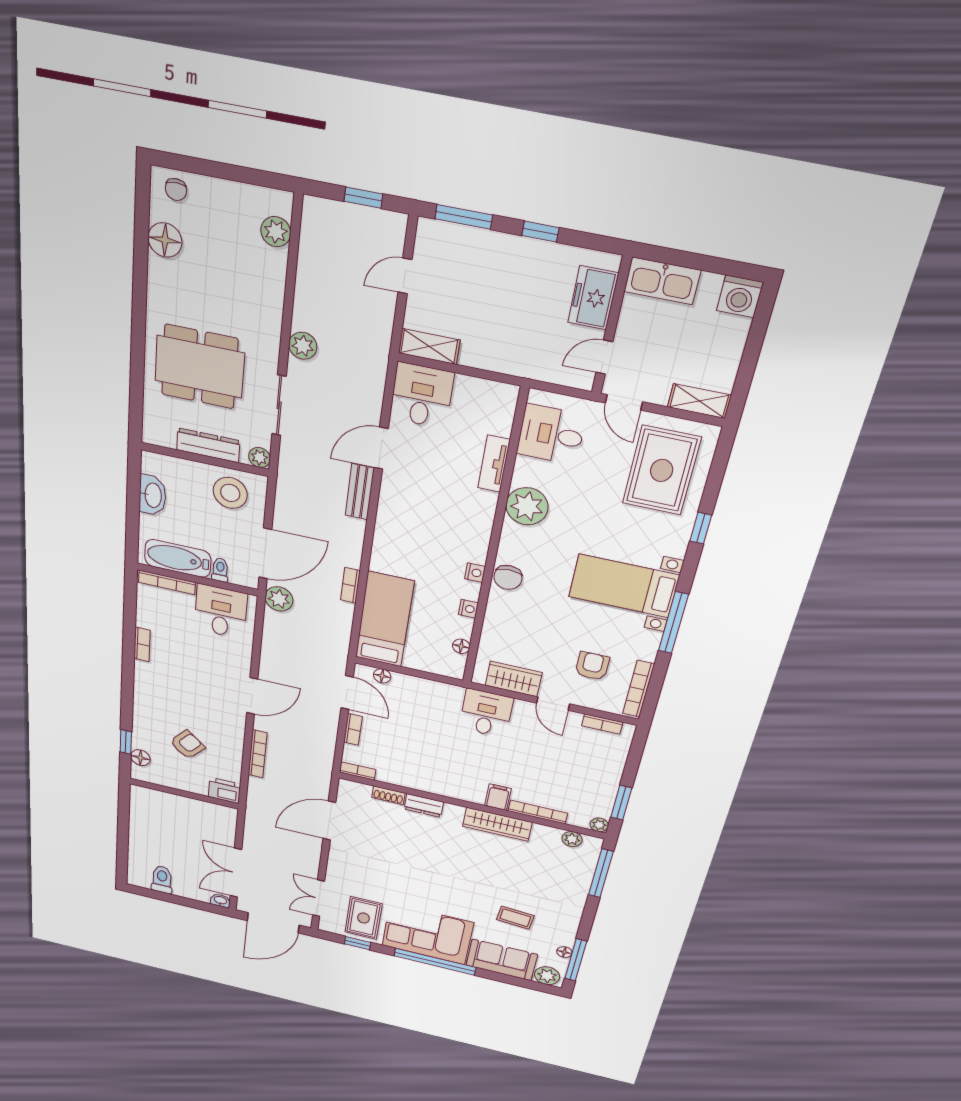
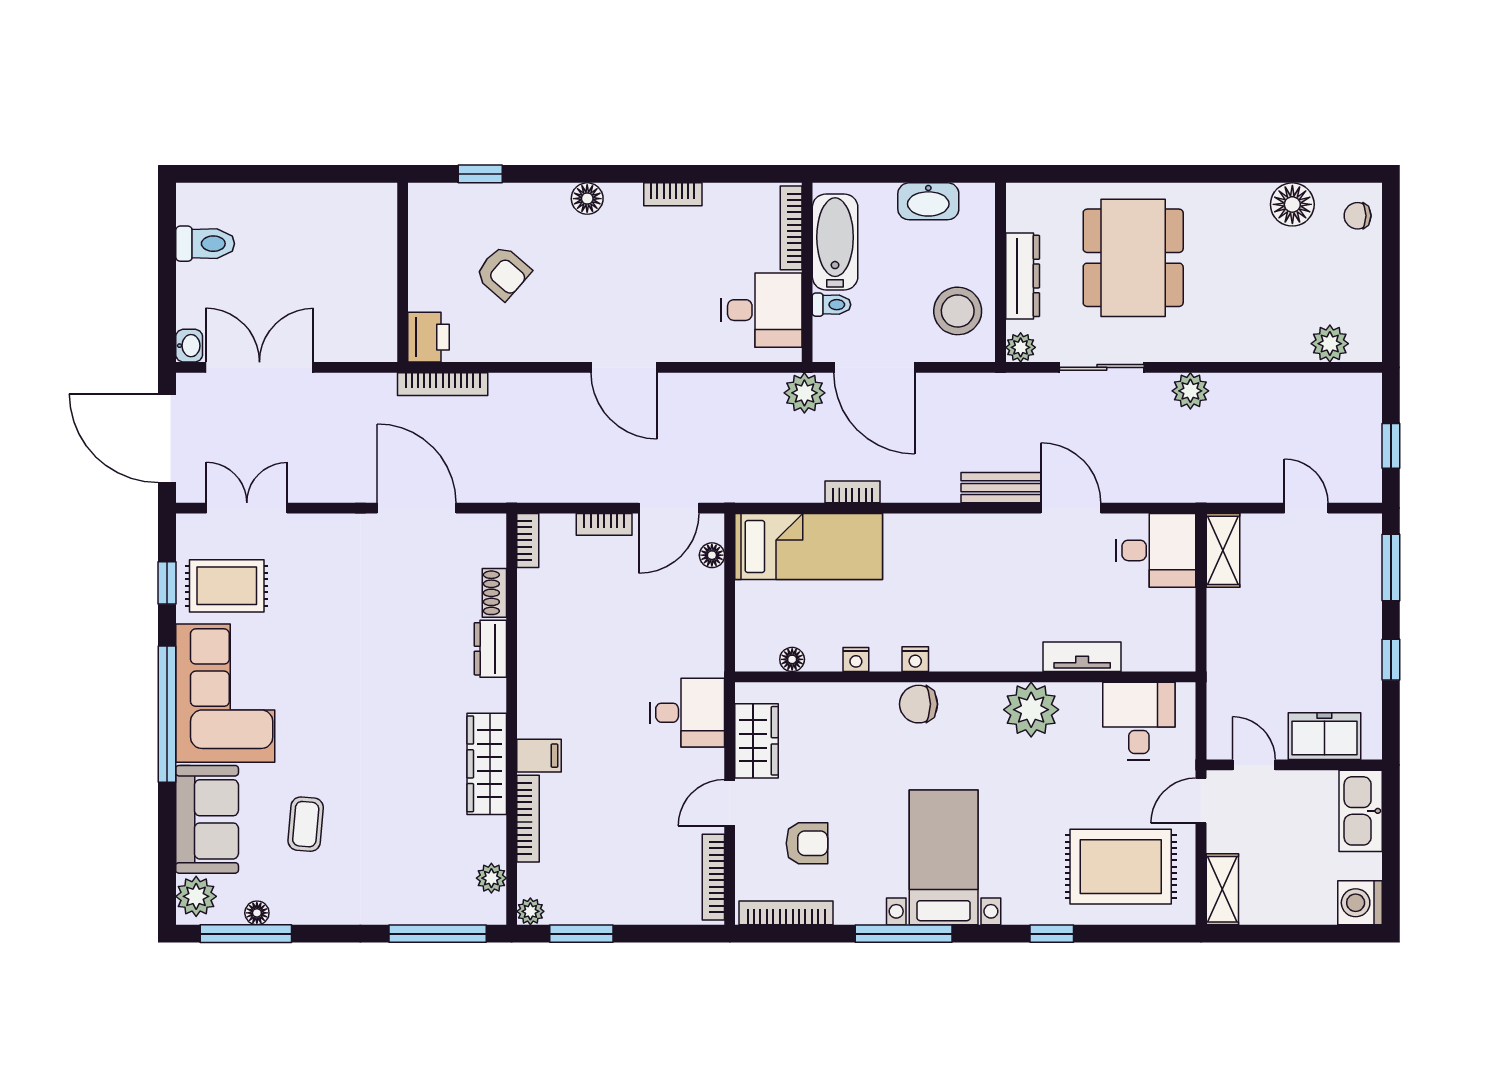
bookcase: (602, 724) -> (713, 877), width x1.56
bookcase: (258, 754) -> (443, 384), moved
floor lamp: (140, 758) -> (587, 199), moved

